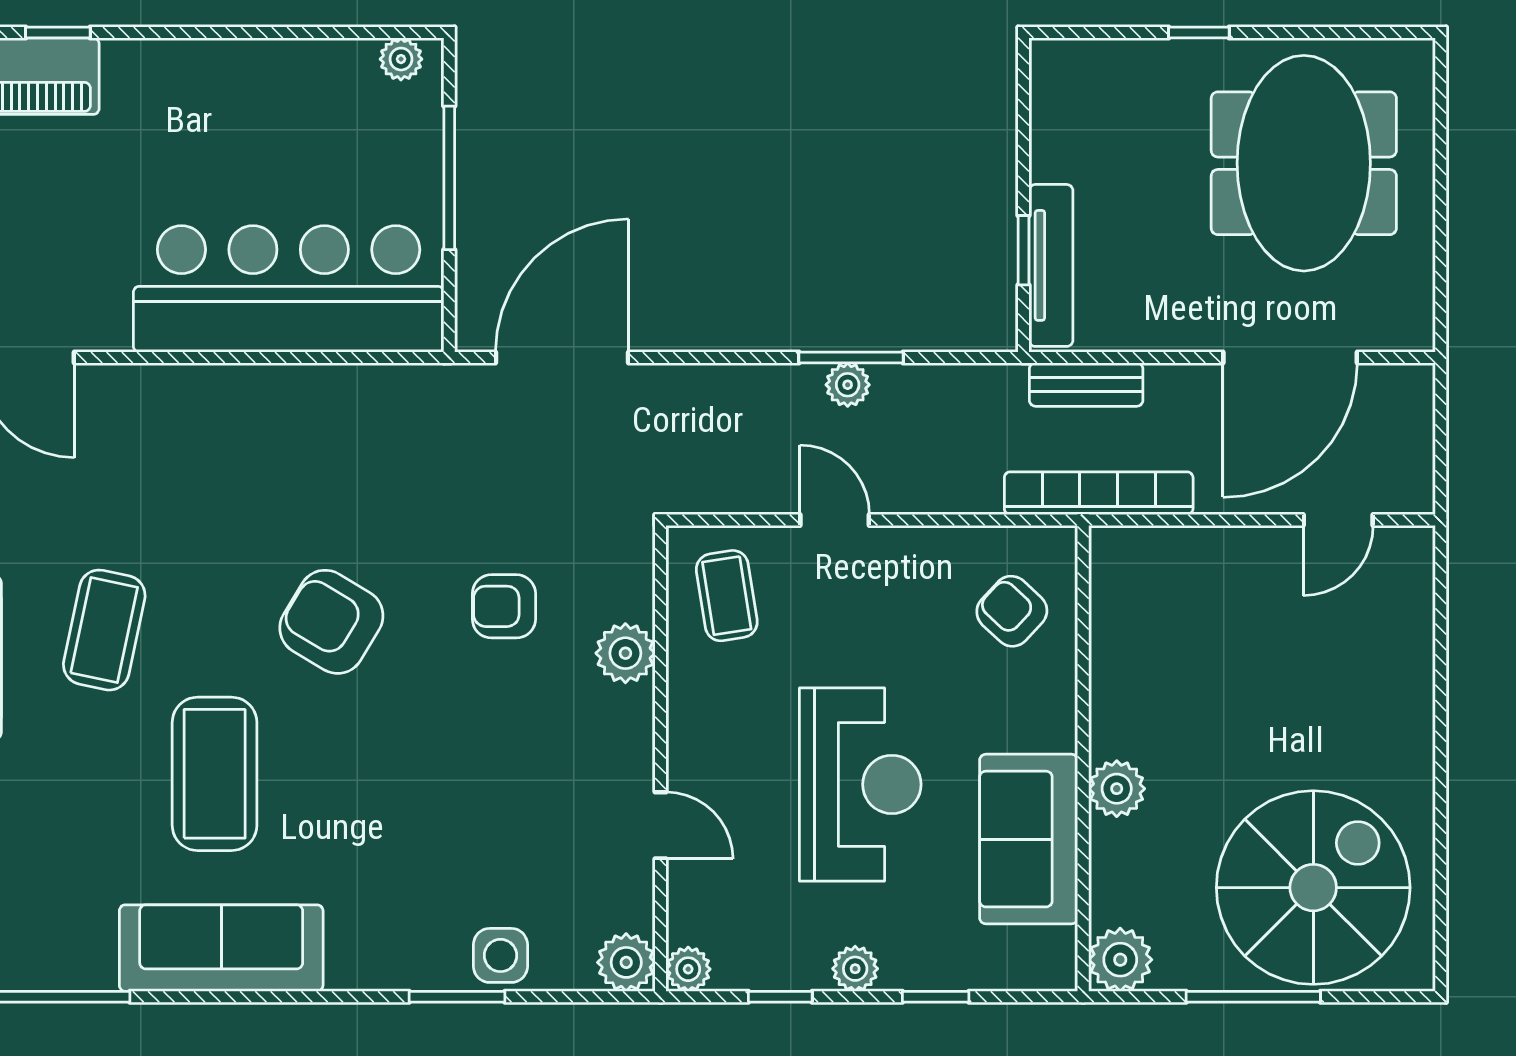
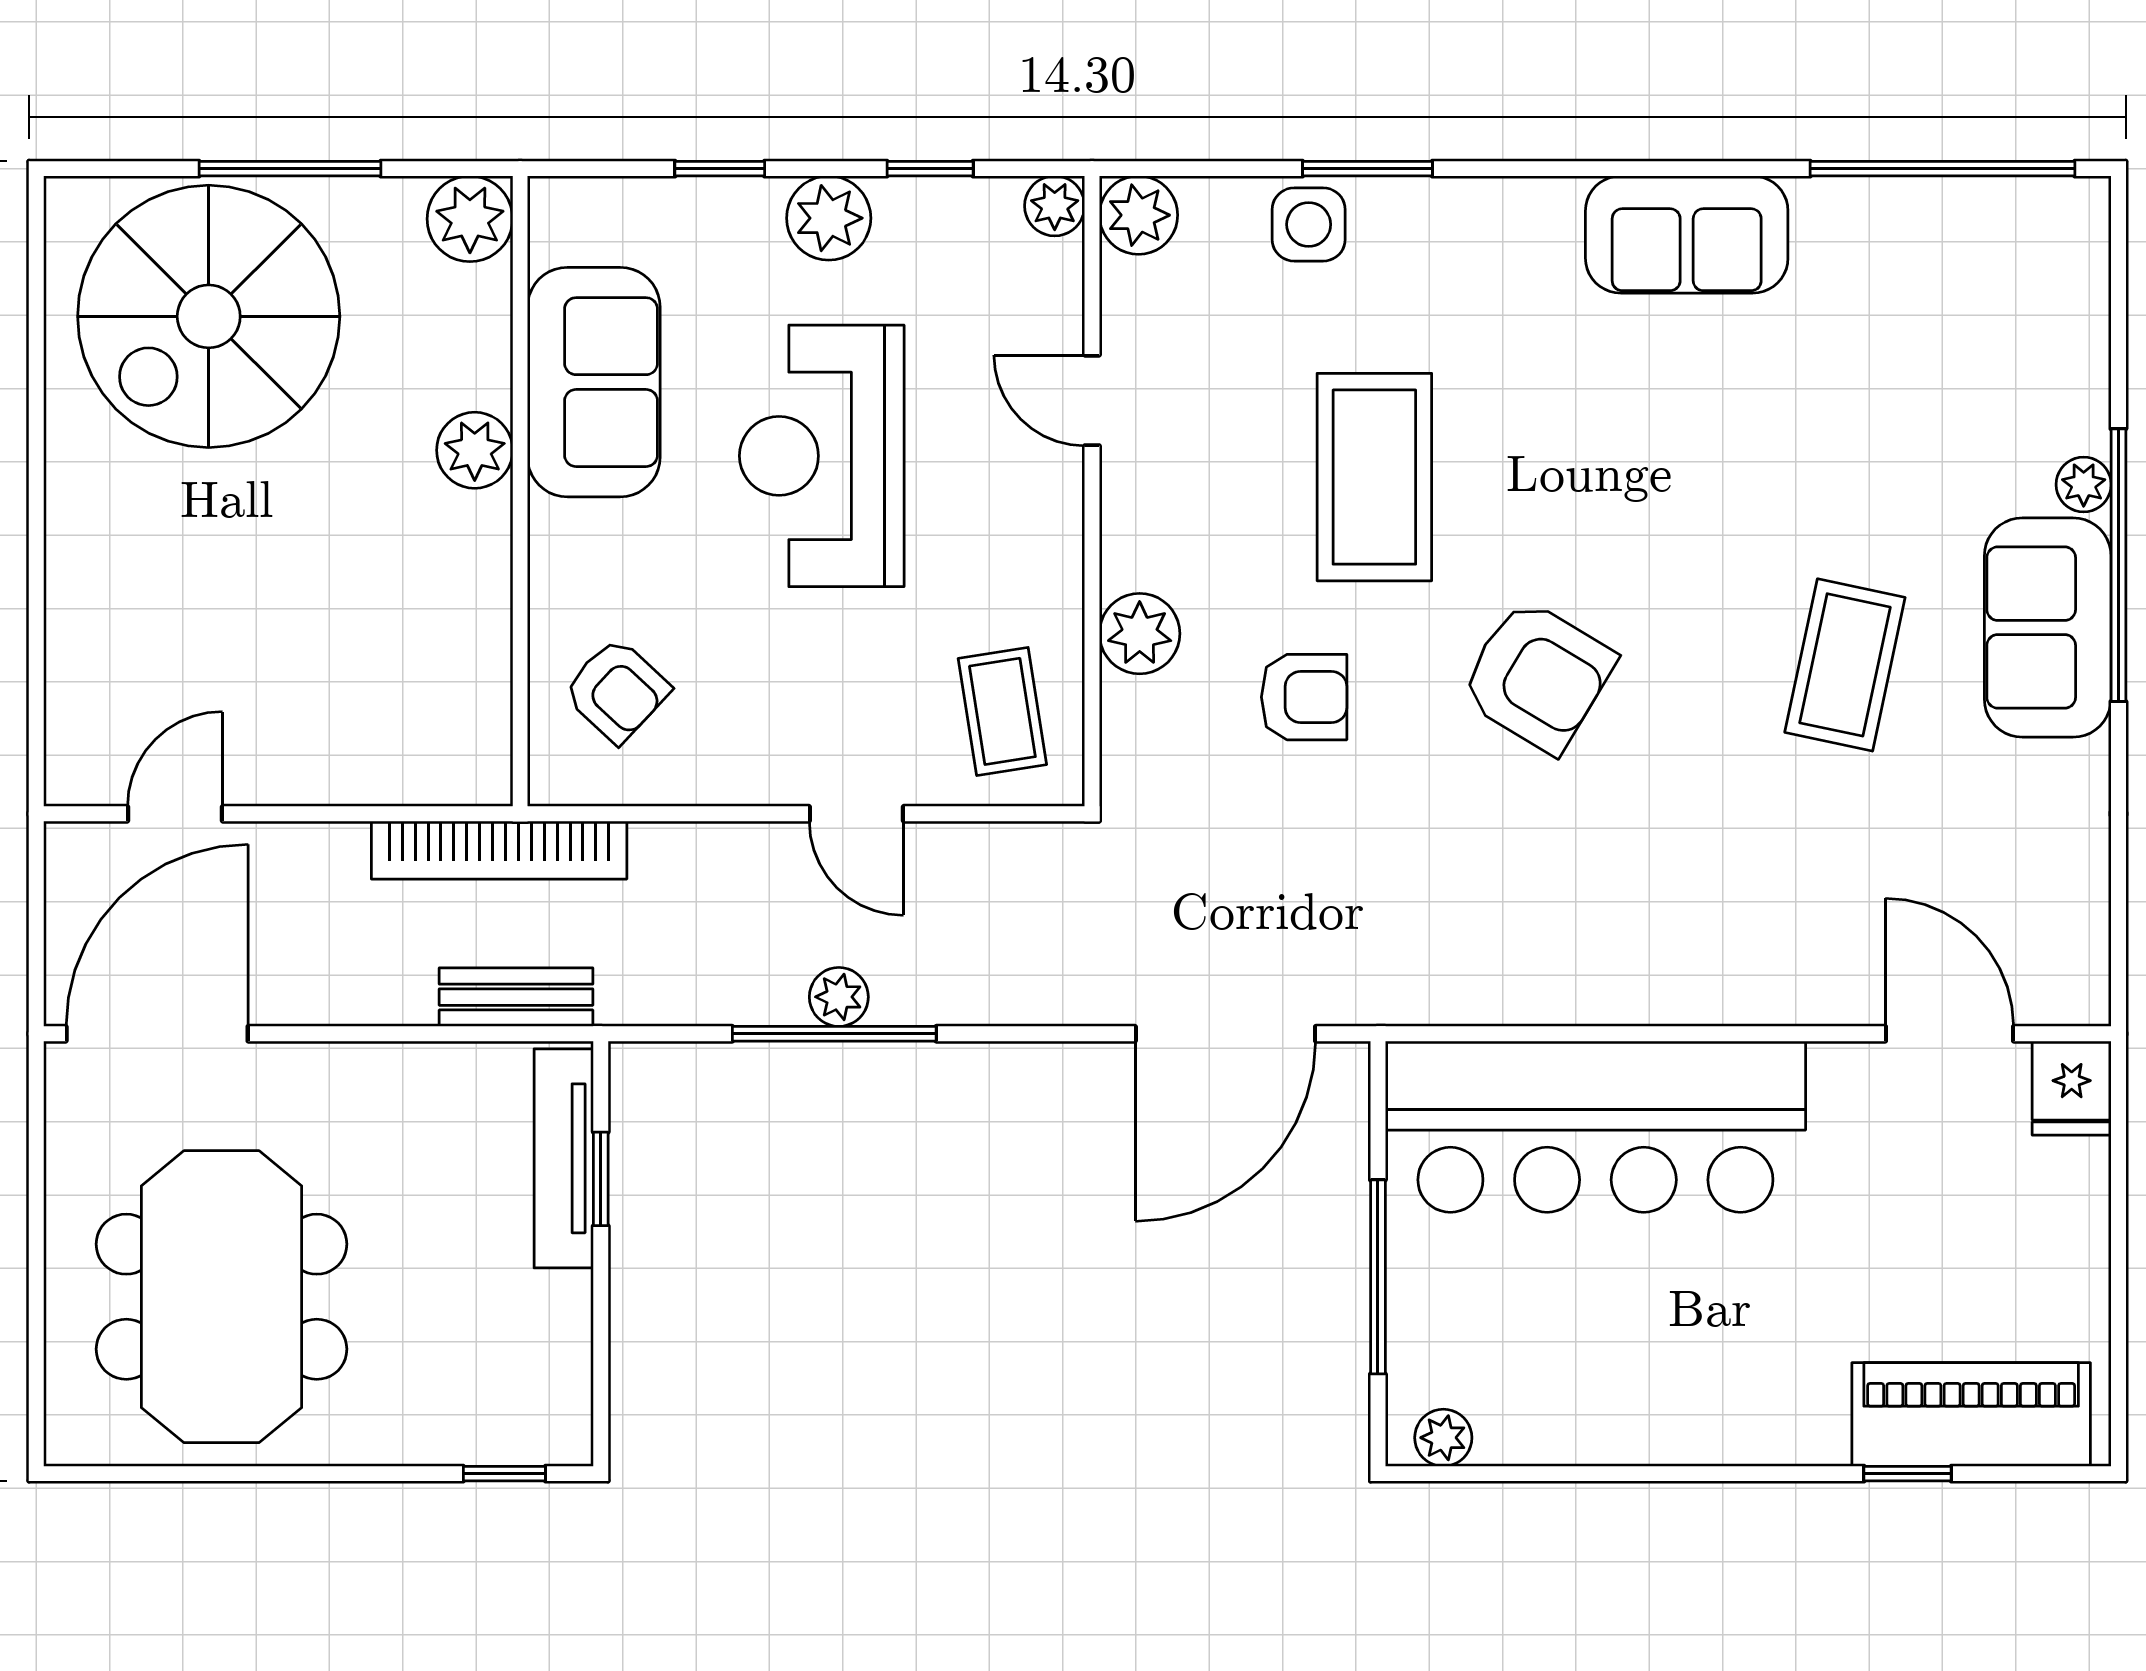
window: (1199, 32) -> (504, 1474), moved
window: (851, 358) -> (834, 1034), width x1.44
door: (1290, 358) -> (157, 1034), moved
coffee table: (215, 774) -> (1374, 477), moved
sofa: (221, 948) -> (1687, 235), width x0.73
plant: (855, 969) -> (829, 218), width x1.38, depth x1.38

